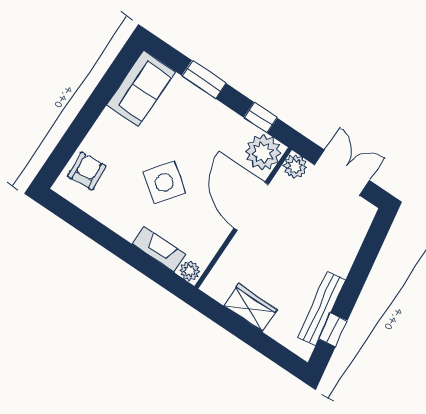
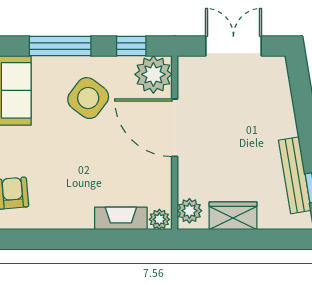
window: (204, 79) -> (60, 46), width x1.44
plant: (295, 167) -> (189, 211), moved
side table: (164, 182) -> (88, 98), moved

